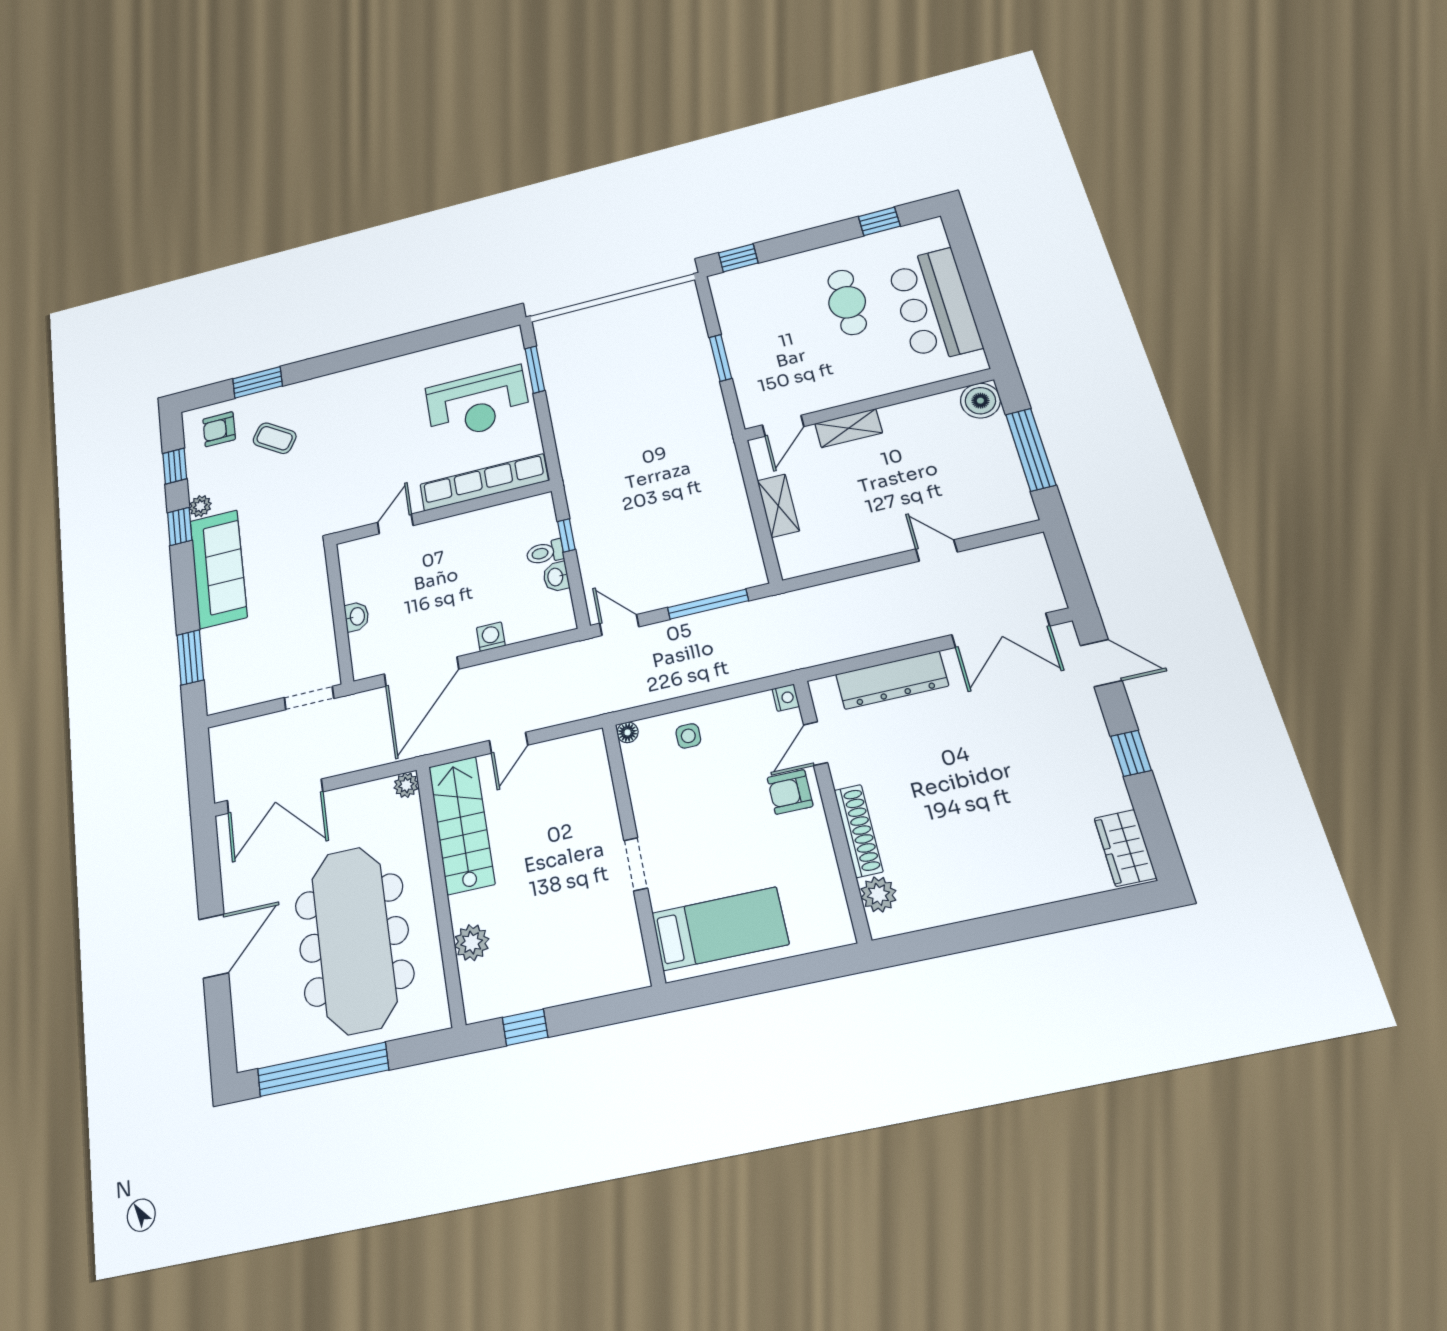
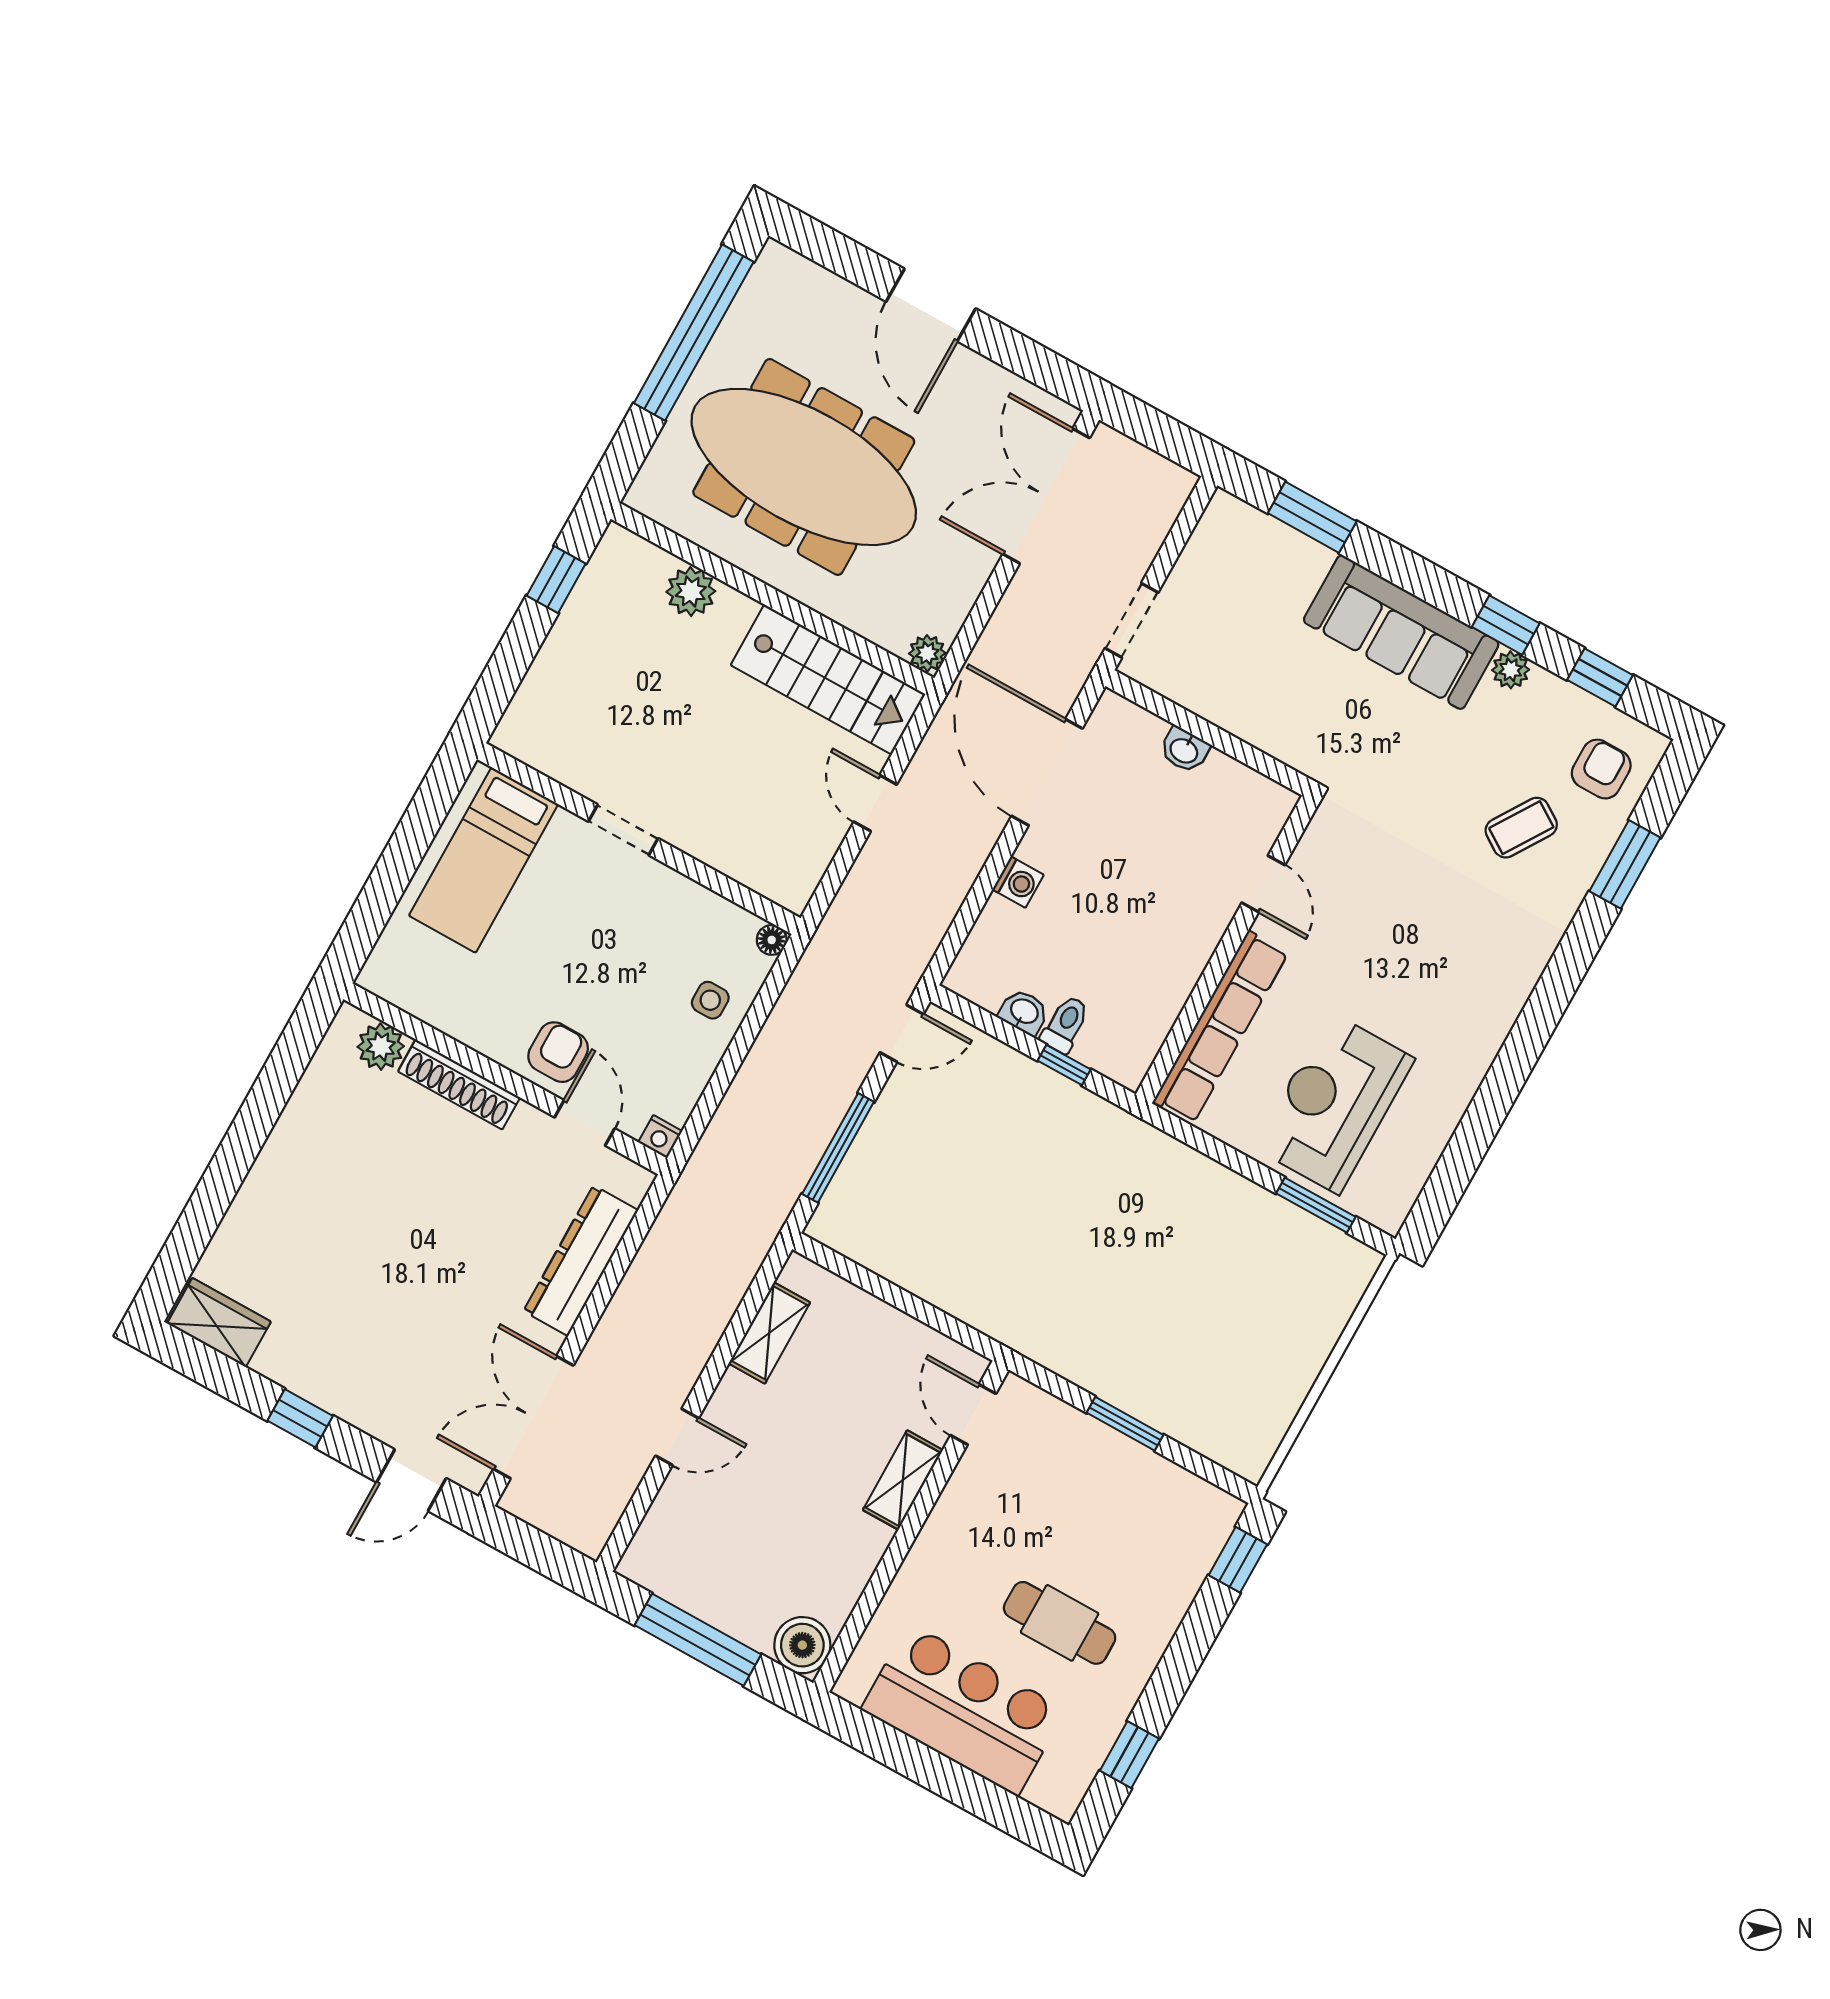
shelving: (778, 506) -> (769, 1333), moved, turned 90

